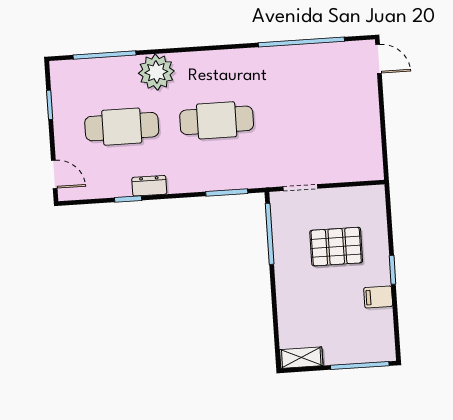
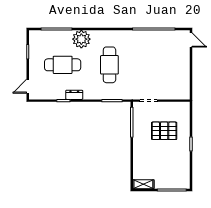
cafe table: (217, 120) -> (109, 65), turned 90
door: (54, 174) -> (28, 86), swing flipped
filing cabinet: (378, 297) -> (183, 157), removed

